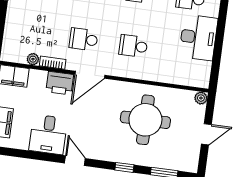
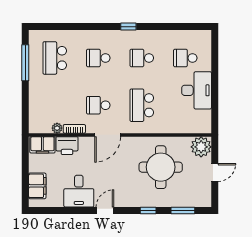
school desk: (133, 46) -> (142, 105), width x1.85
printer: (60, 83) -> (67, 146), moved
plant: (201, 98) -> (201, 147), width x1.88, depth x1.88
door: (75, 161) -> (105, 211), hinge flipped

